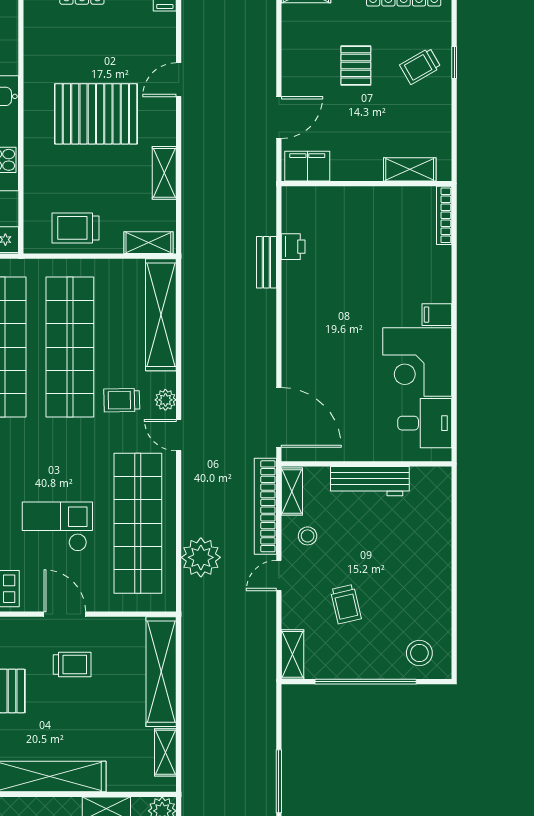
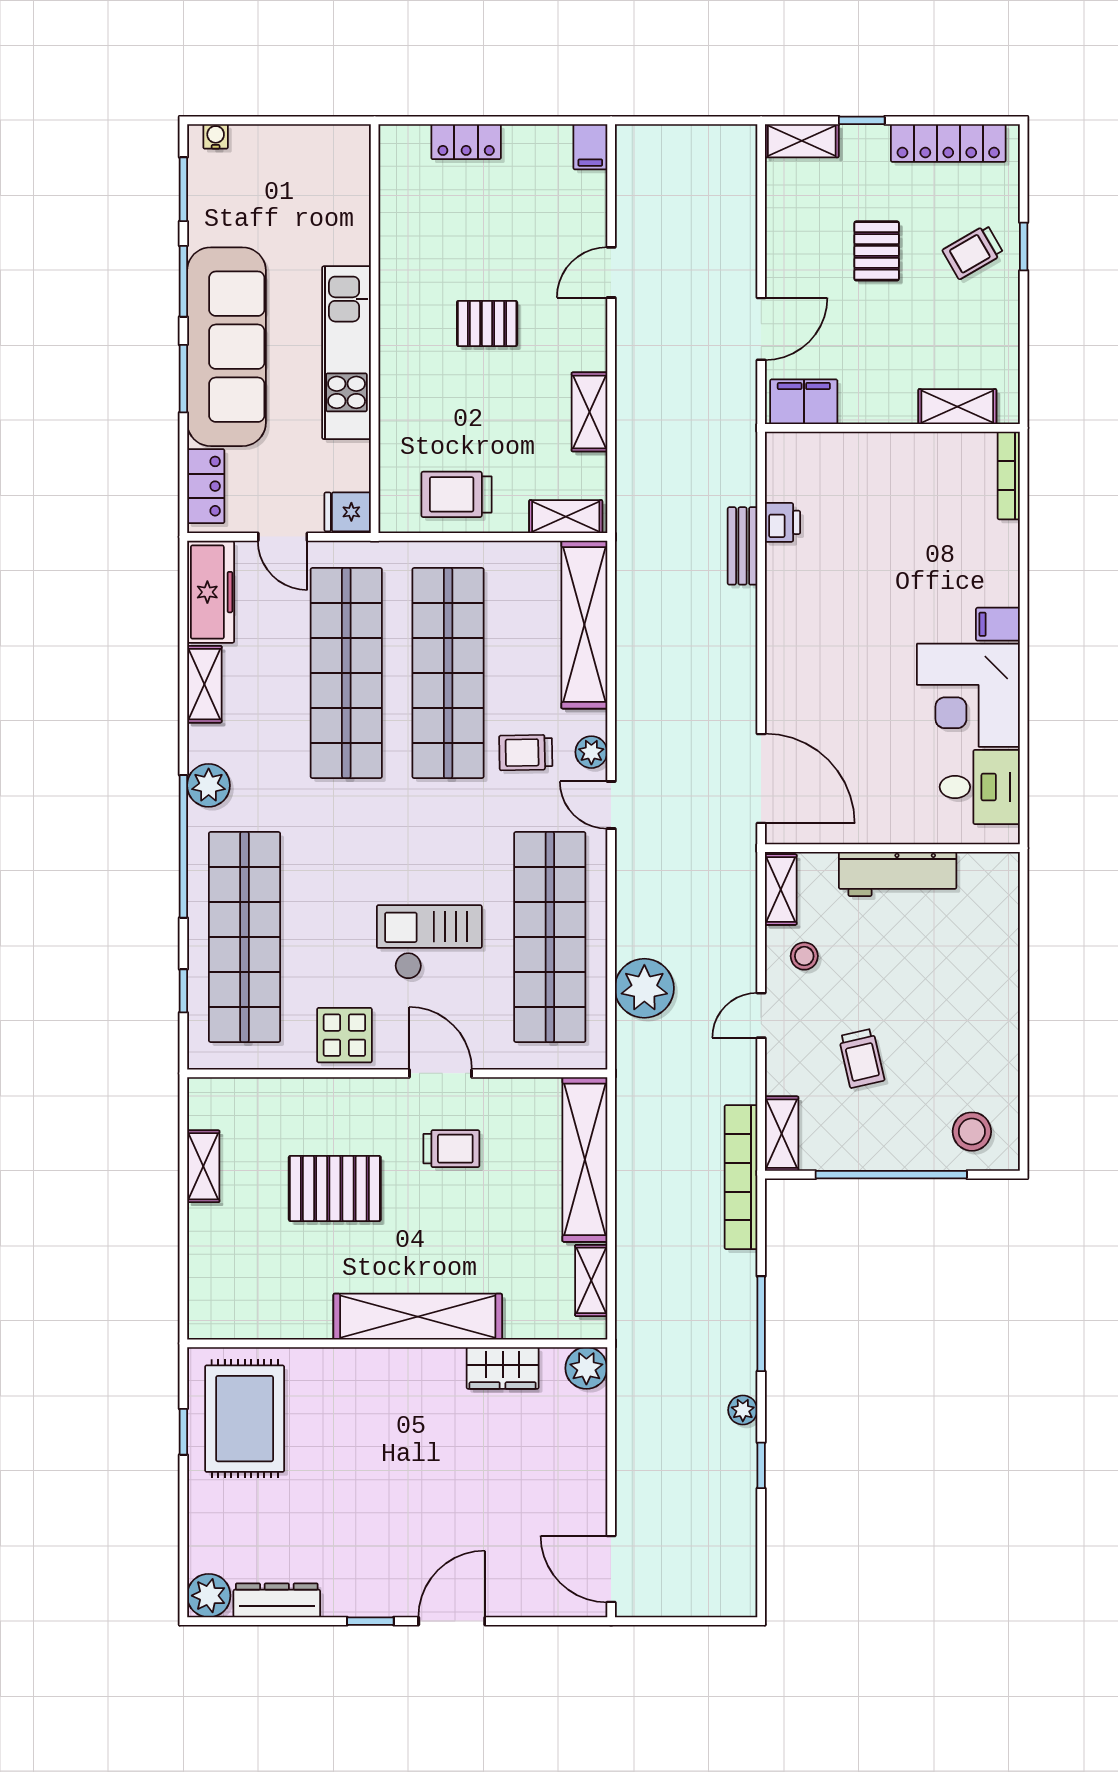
pallet: (96, 114) -> (487, 323), width x0.49, depth x0.50
bookcase: (265, 506) -> (741, 1177), moved

